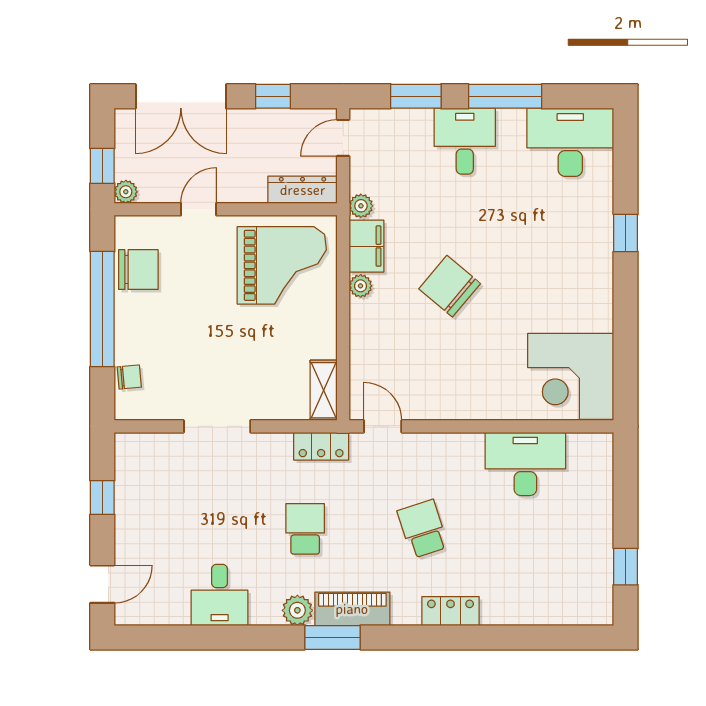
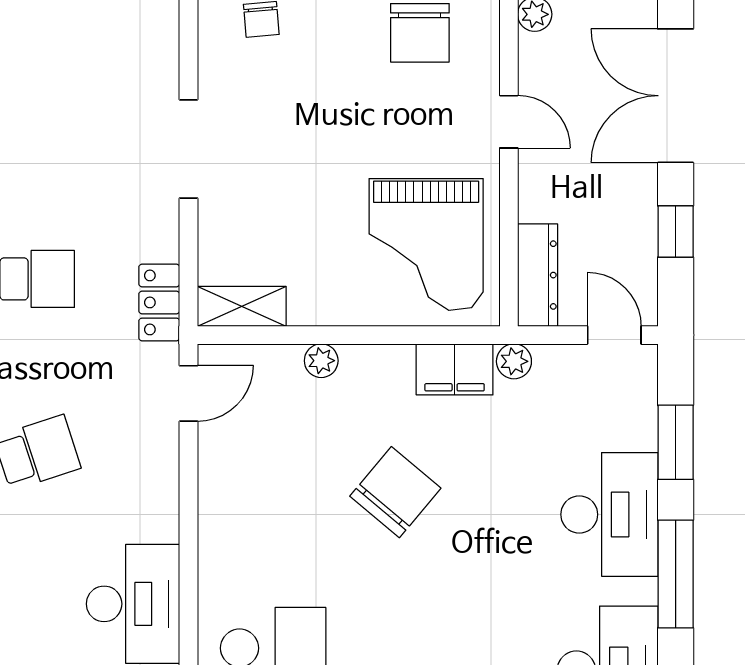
desk: (465, 141) -> (609, 514), width x1.37
plant: (361, 286) -> (321, 361), moved

